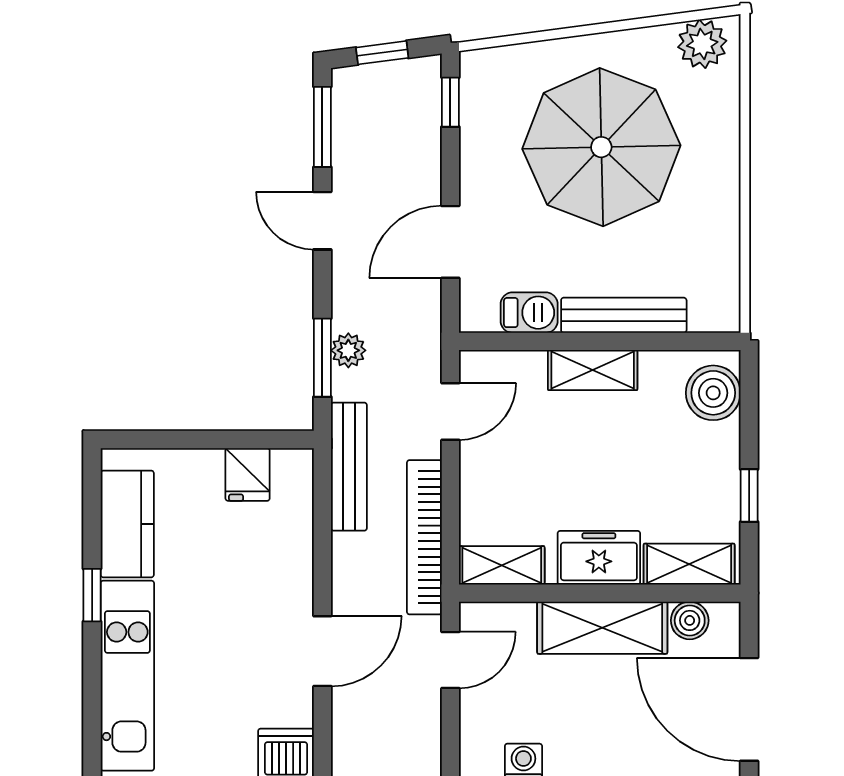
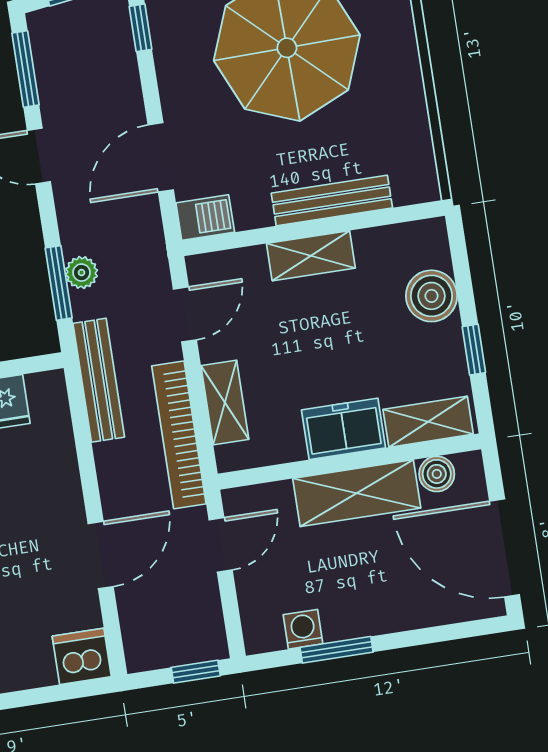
barbecue: (529, 313) -> (205, 218), moved
boiler: (713, 393) -> (432, 296), moved
shelving: (502, 565) -> (225, 402), moved, turned 90

